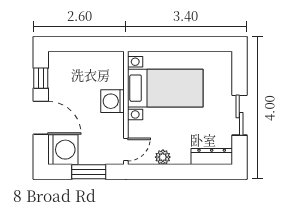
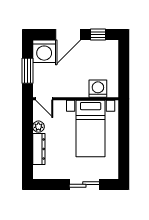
washing machine: (113, 101) -> (98, 89), moved
sliding door: (239, 115) -> (84, 184), moved
dresser: (212, 157) -> (39, 149), moved

